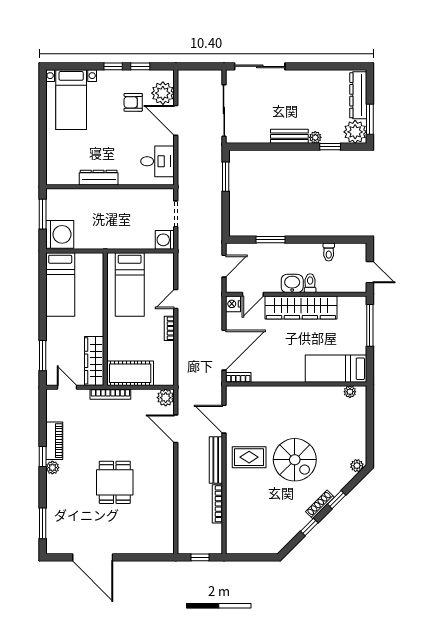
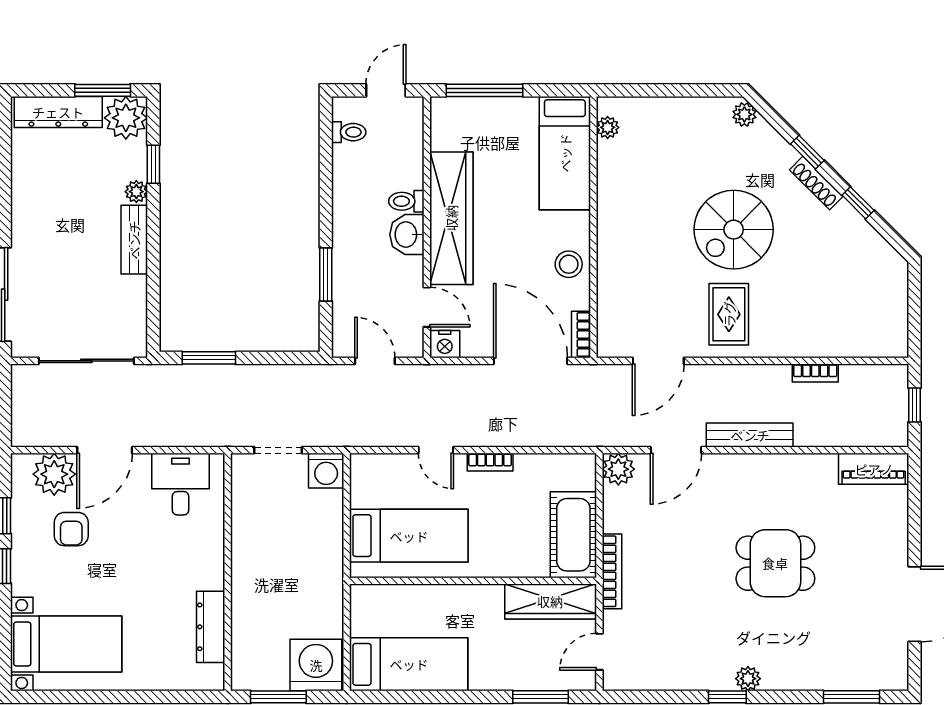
dresser: (99, 178) -> (211, 627), moved
toilet: (329, 252) -> (349, 132), moved
stool: (276, 371) -> (569, 264), added
piano: (54, 441) -> (874, 469), moved, turned 180
bench: (216, 460) -> (750, 435), moved
spiral stairs: (295, 460) -> (734, 230), turned 180
bookcase: (217, 504) -> (815, 373), width x0.64

